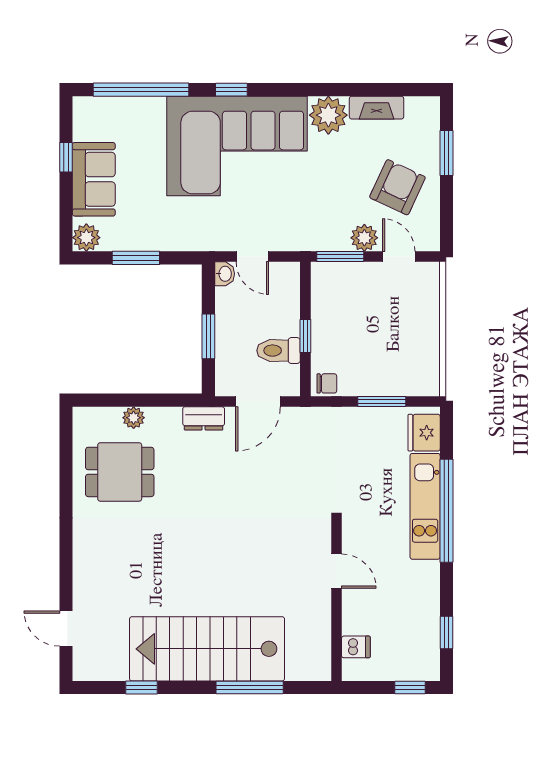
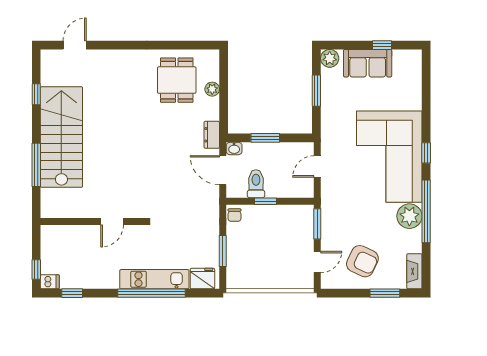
window: (141, 90) -> (426, 211), moved
fireplace: (377, 108) -> (414, 271), moved
plant: (364, 238) -> (329, 240), removed
washbasin: (225, 274) -> (234, 148), moved
dishwasher: (356, 647) -> (50, 282), moved, turned -90

